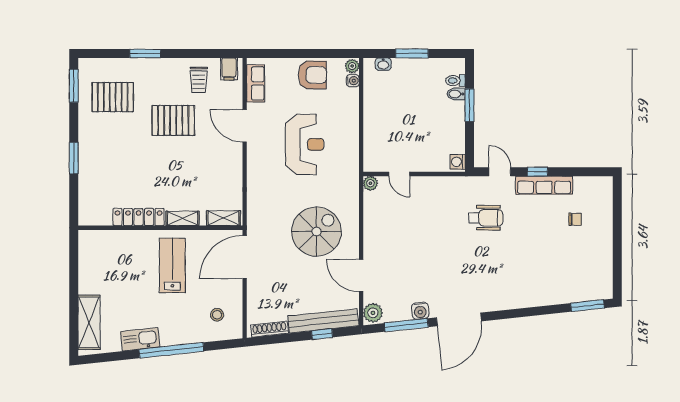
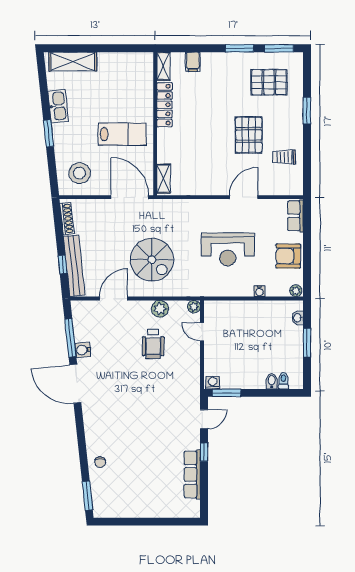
filing cabinet: (229, 69) -> (193, 62), moved, turned -90
armchair: (312, 75) -> (288, 256), turned 90
water cooler: (353, 81) -> (259, 291), moved
row of seats: (256, 83) -> (295, 216), moved, turned 90
pallet: (113, 97) -> (269, 82), turned 90
window: (469, 105) -> (227, 393), moved
window: (74, 158) -> (239, 48), moved
door: (399, 174) -> (202, 332), hinge flipped
row of seats: (544, 185) -> (192, 474), moved
shelving: (183, 218) -> (163, 66), moved
wheelchair: (486, 218) -> (153, 344), moved
chair: (575, 219) -> (100, 462), moved
plant: (373, 313) -> (160, 309), moved
stool: (217, 315) -> (79, 173), width x1.89, depth x1.89
window: (171, 350) -> (49, 133), width x0.47

